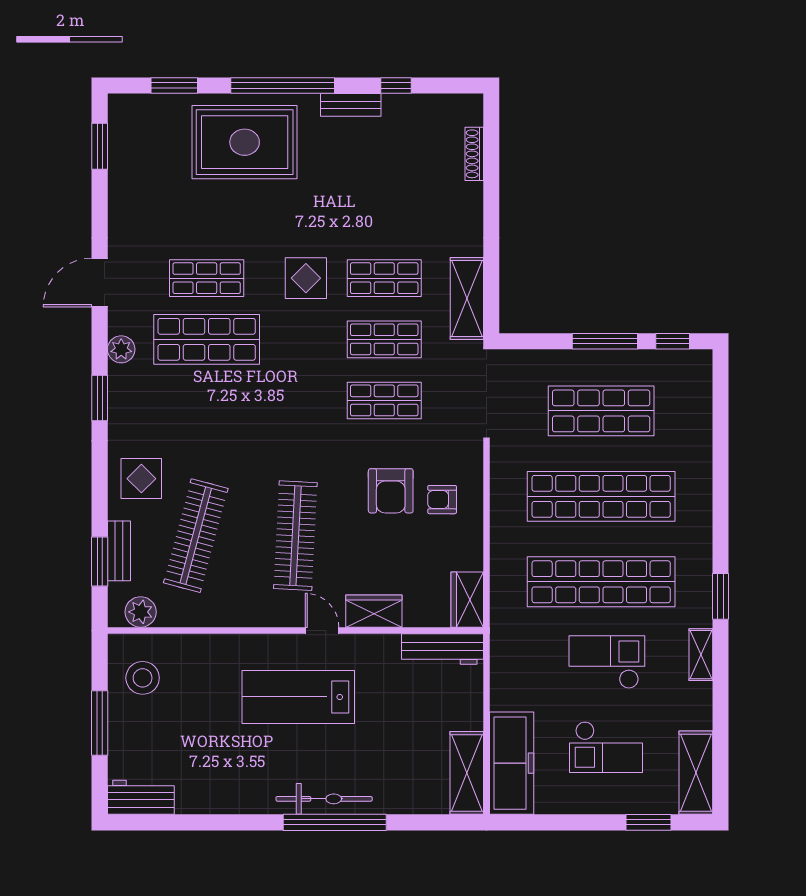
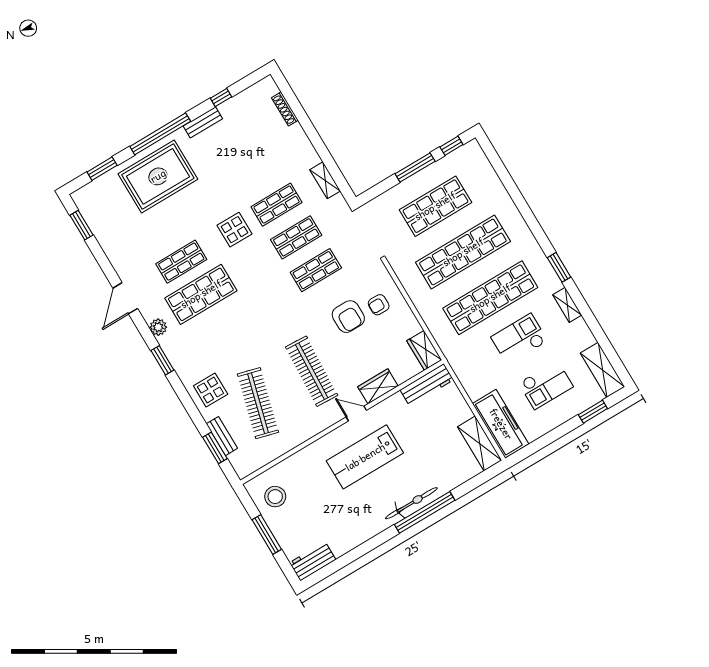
shelving: (467, 299) -> (325, 180), width x0.67, depth x0.75
plant: (141, 612) -> (253, 462), removed

